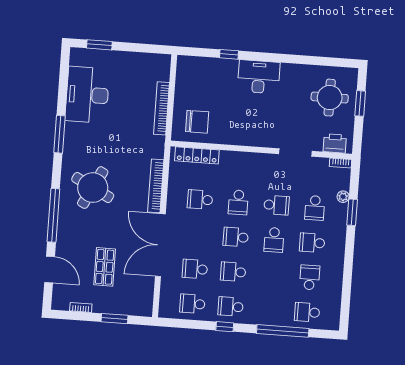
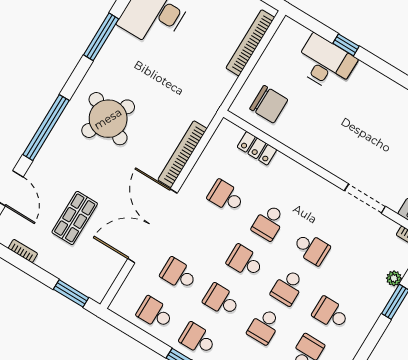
desk: (259, 77) -> (325, 63), moved
bookcase: (162, 108) -> (250, 43), moved
locker: (197, 155) -> (257, 148), width x0.66
school desk: (315, 208) -> (264, 326), moved
window: (115, 319) -> (71, 293), moved

